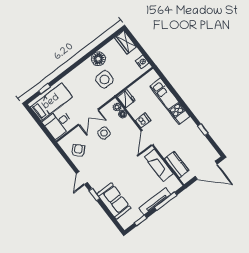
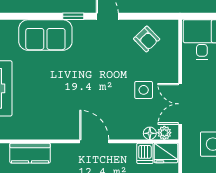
double door: (88, 117) -> (180, 104), moved
dishwasher: (143, 120) -> (145, 153), moved
fireplace: (159, 165) -> (47, 129), removed

